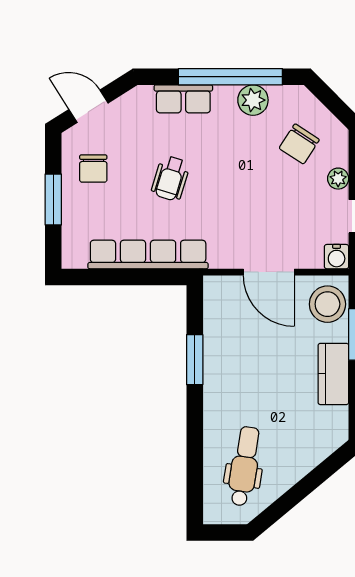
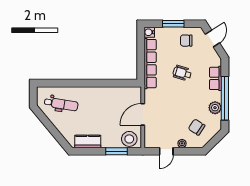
water cooler: (337, 257) -> (149, 32), moved
window: (195, 360) -> (106, 83), removed
kitchen counter: (333, 374) -> (88, 141), moved

